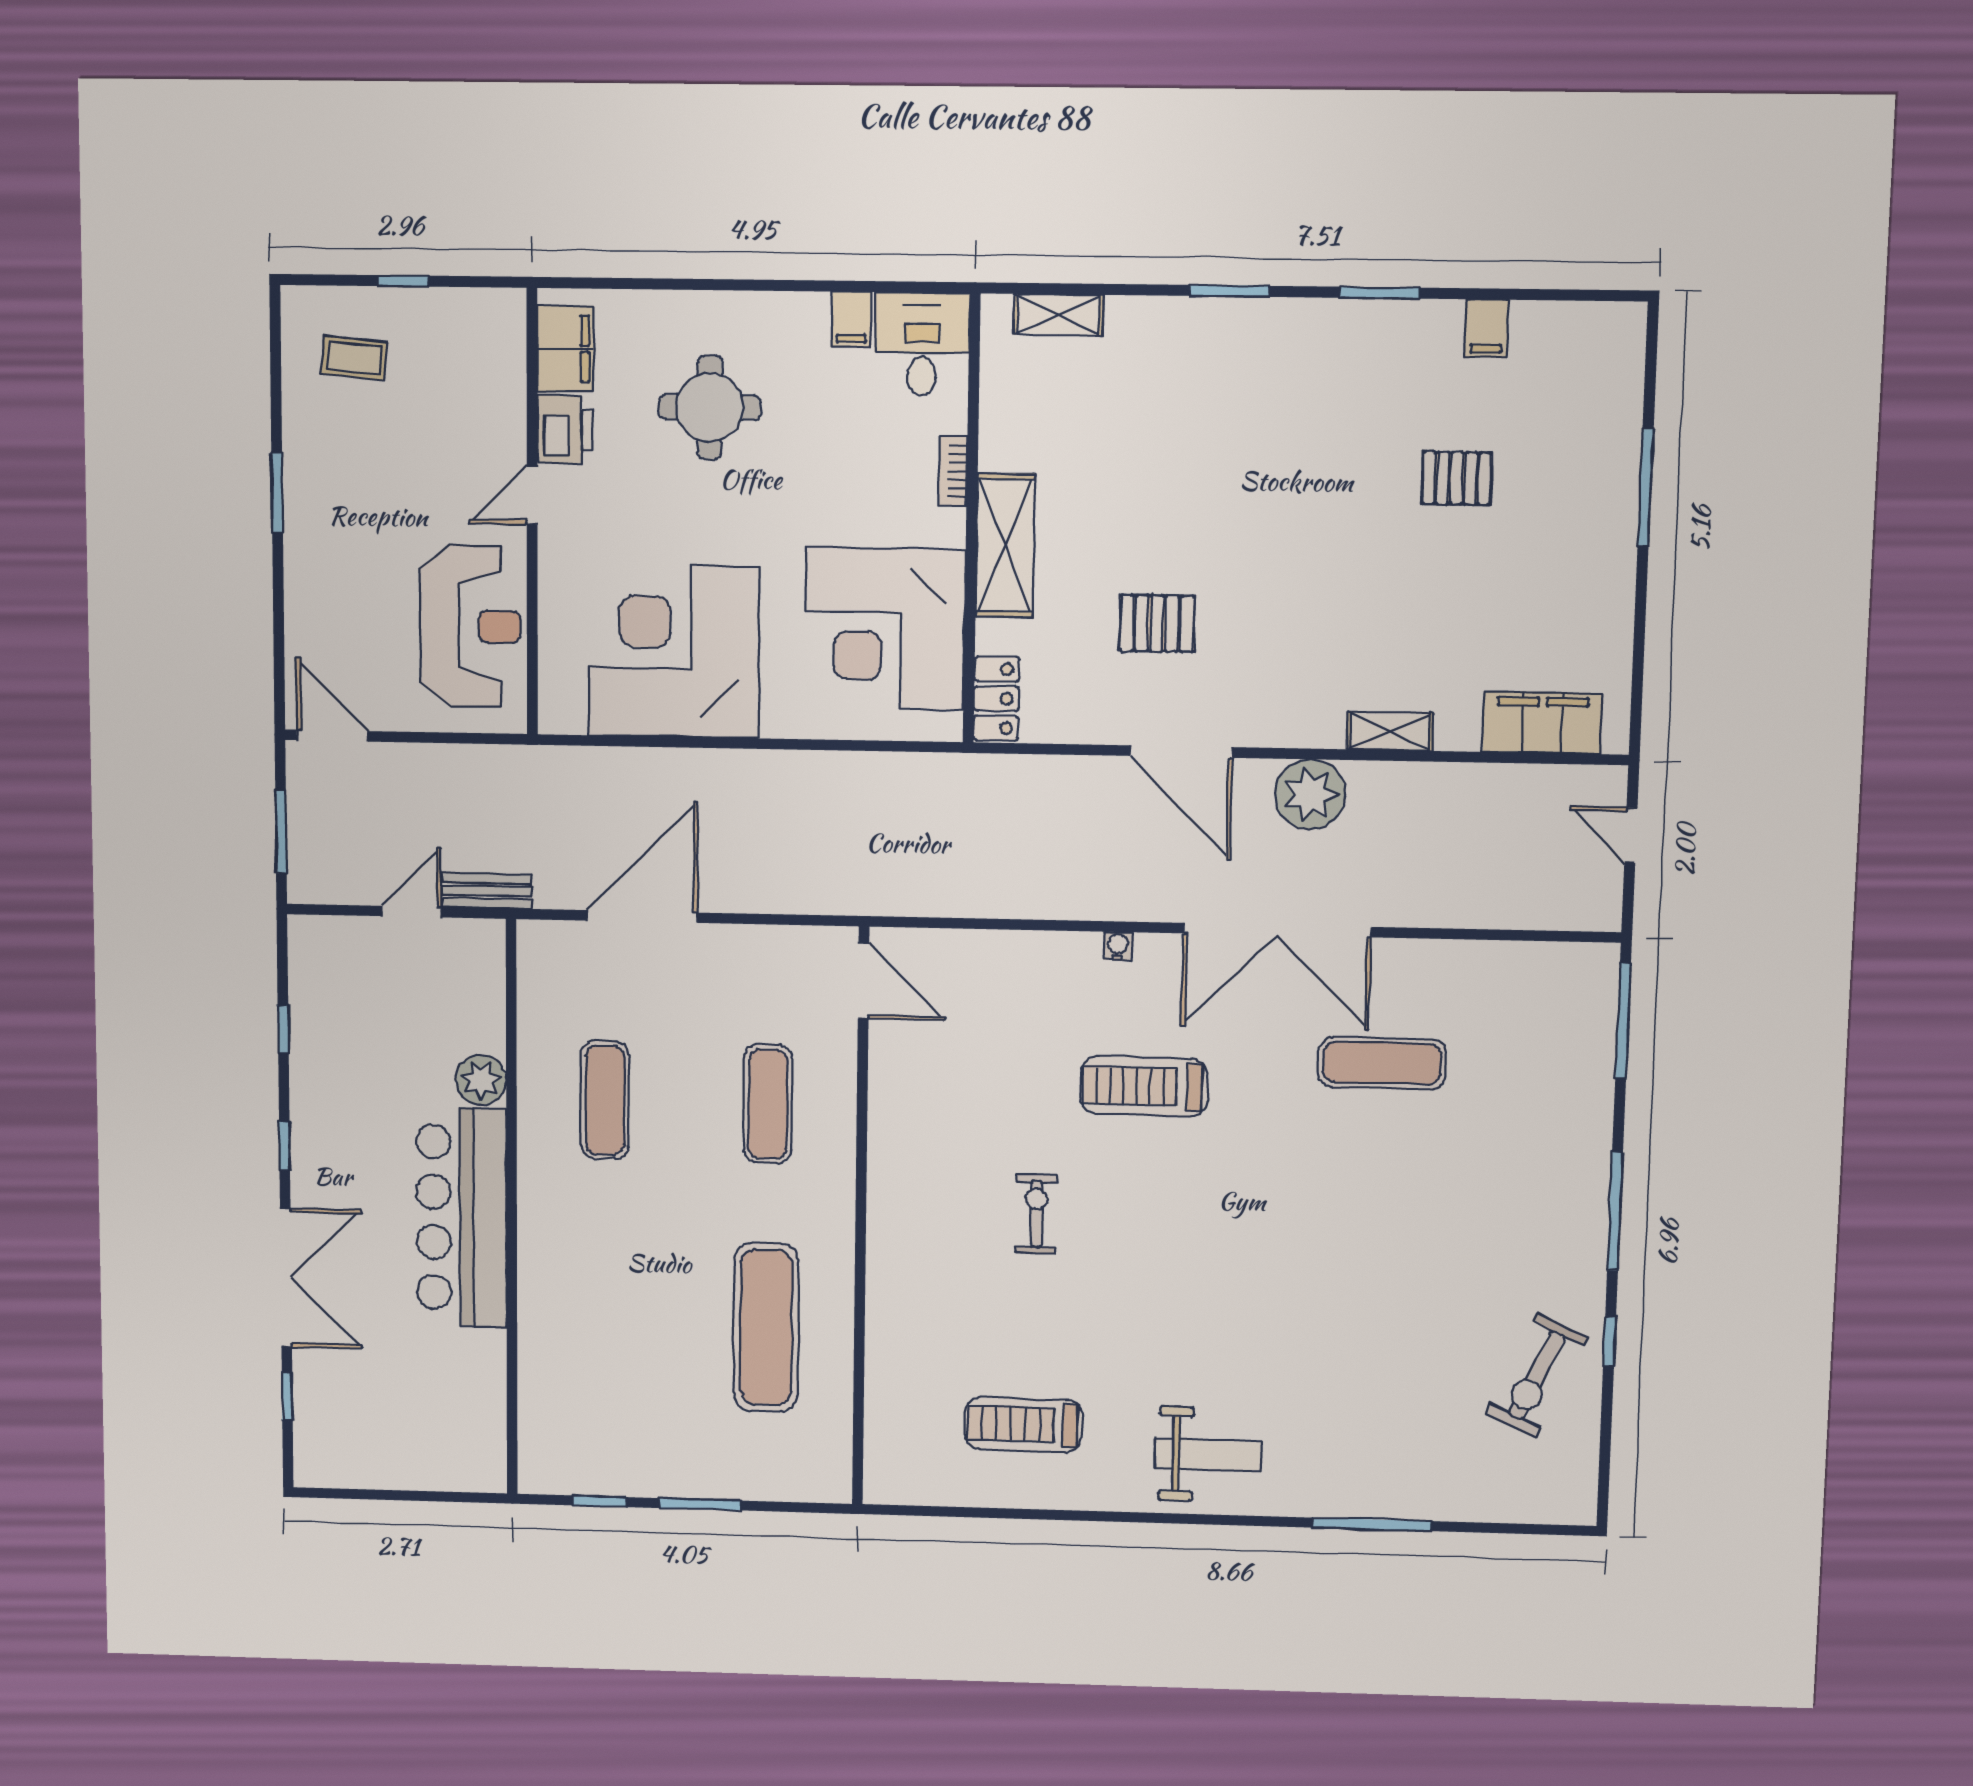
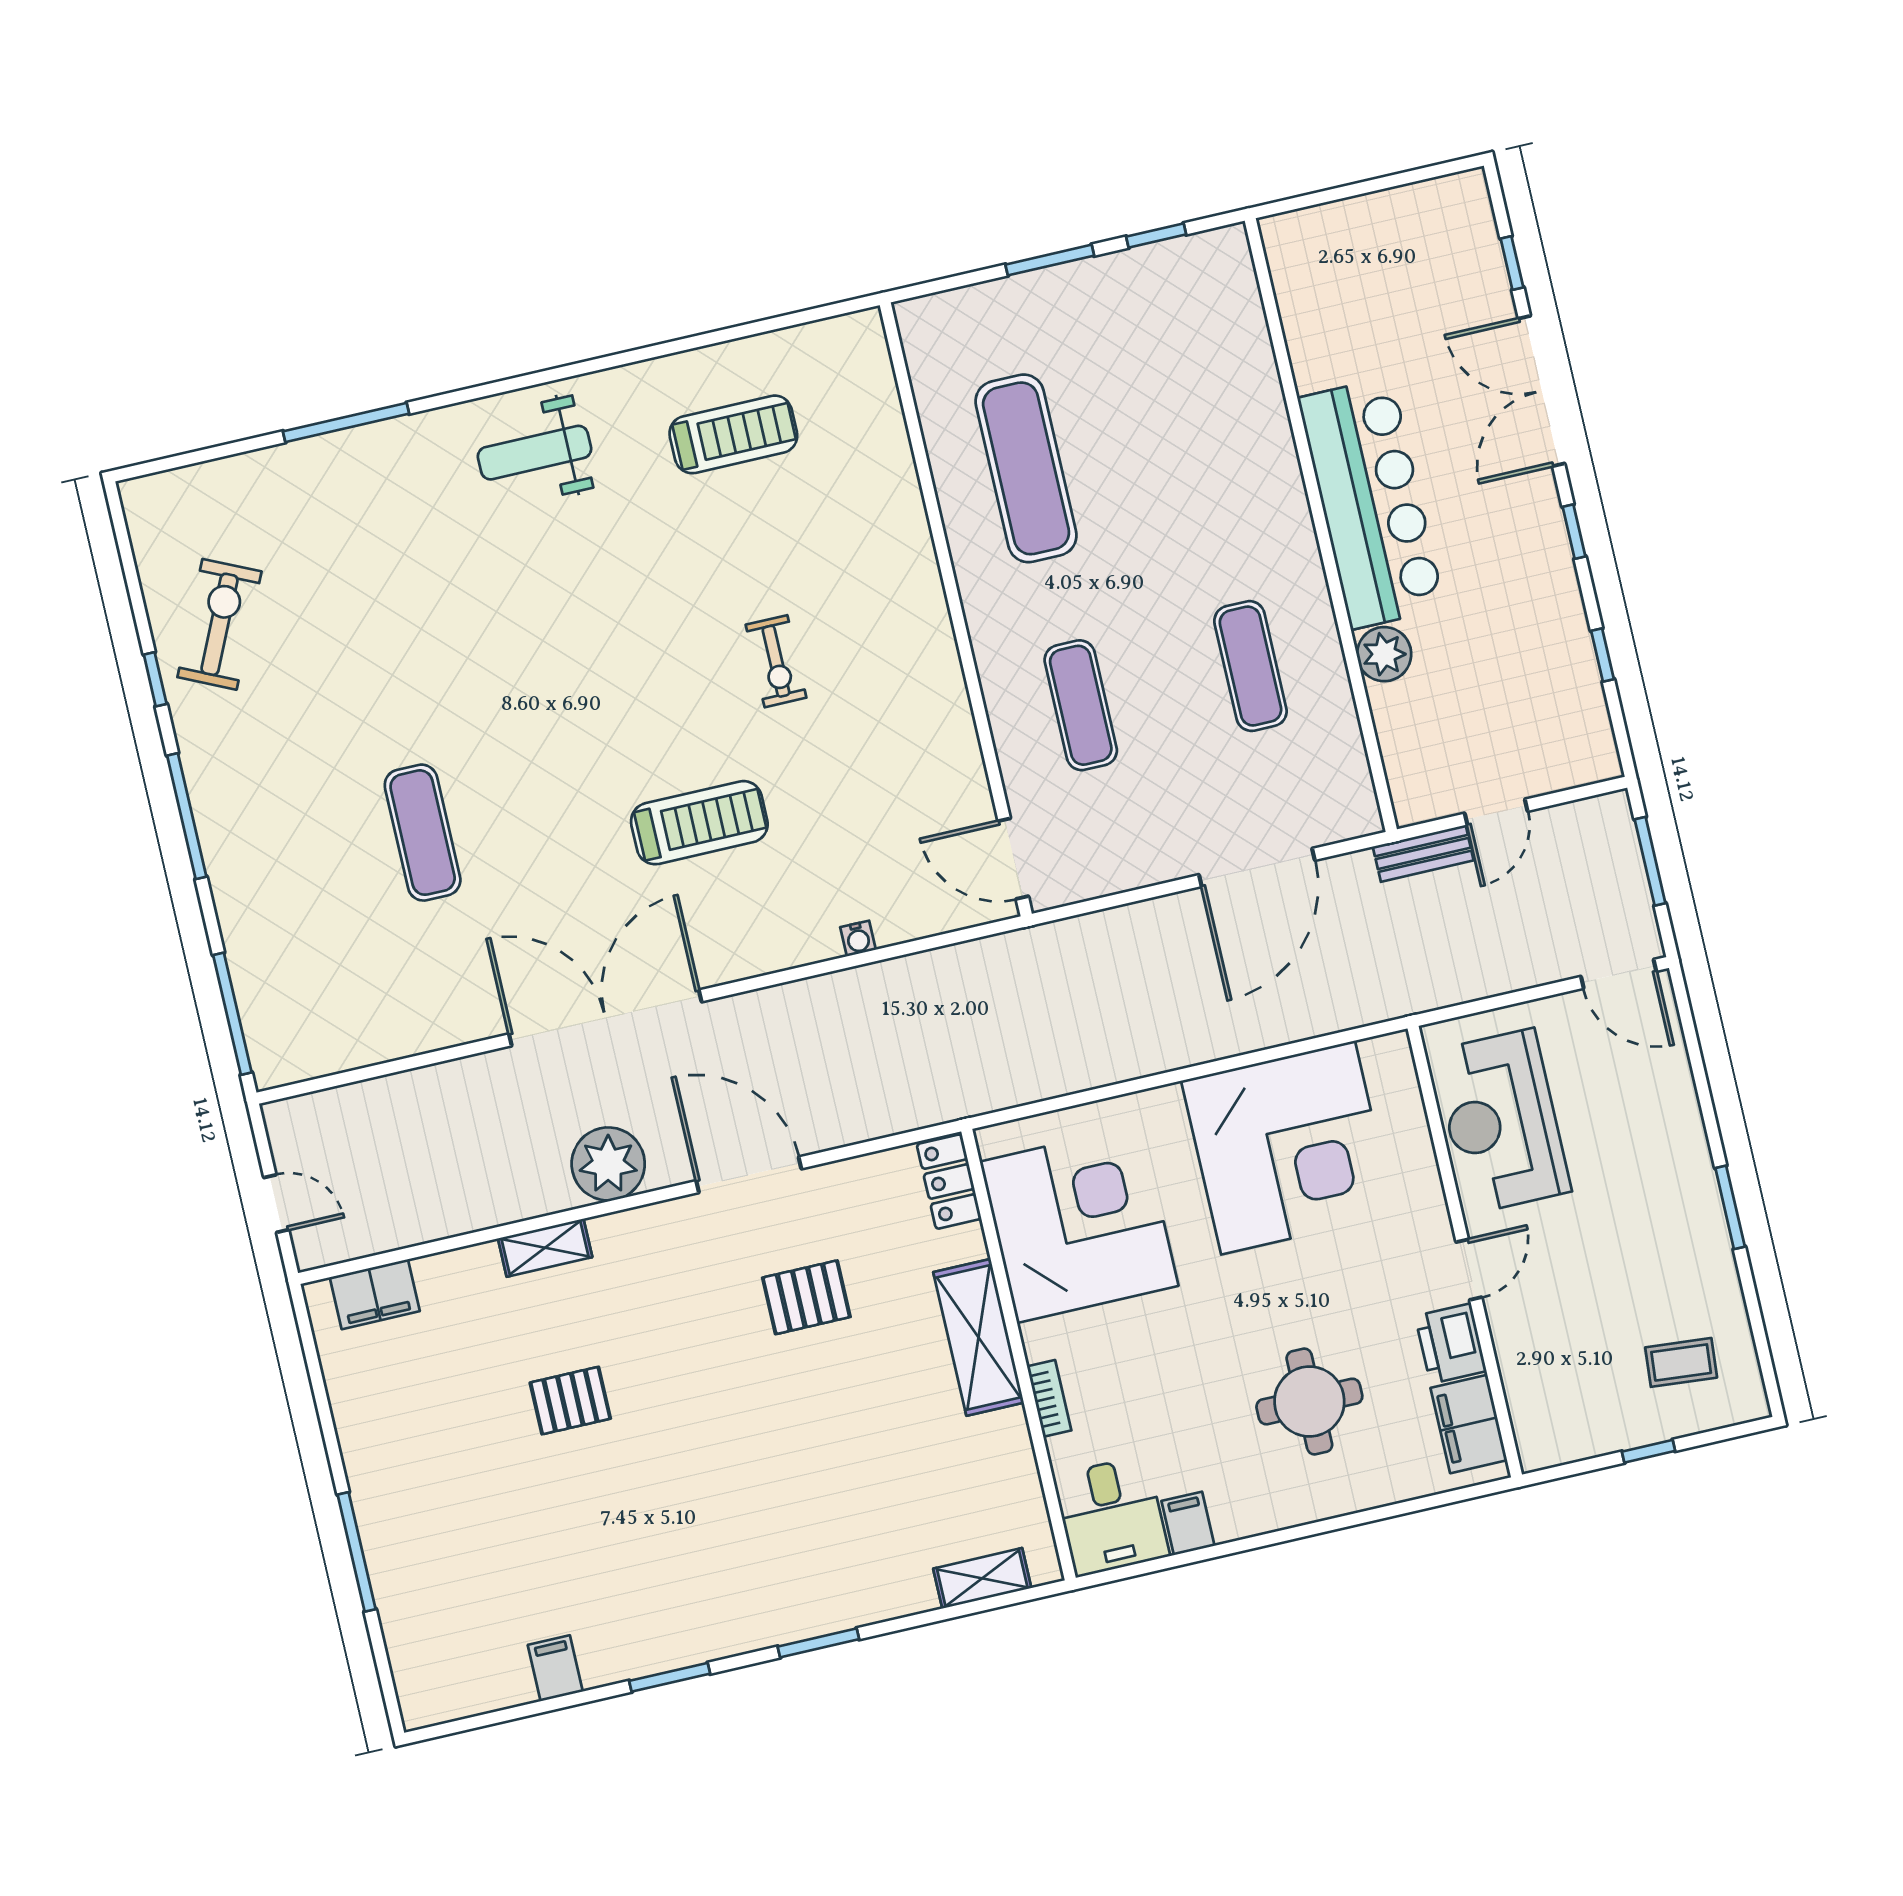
pallet: (1457, 478) -> (570, 1401), moved
filing cabinet: (1542, 723) -> (375, 1294), width x0.67, depth x0.86
water cooler: (1118, 946) -> (858, 938), moved
exercise mat: (1382, 1063) -> (423, 833), moved, turned 90

